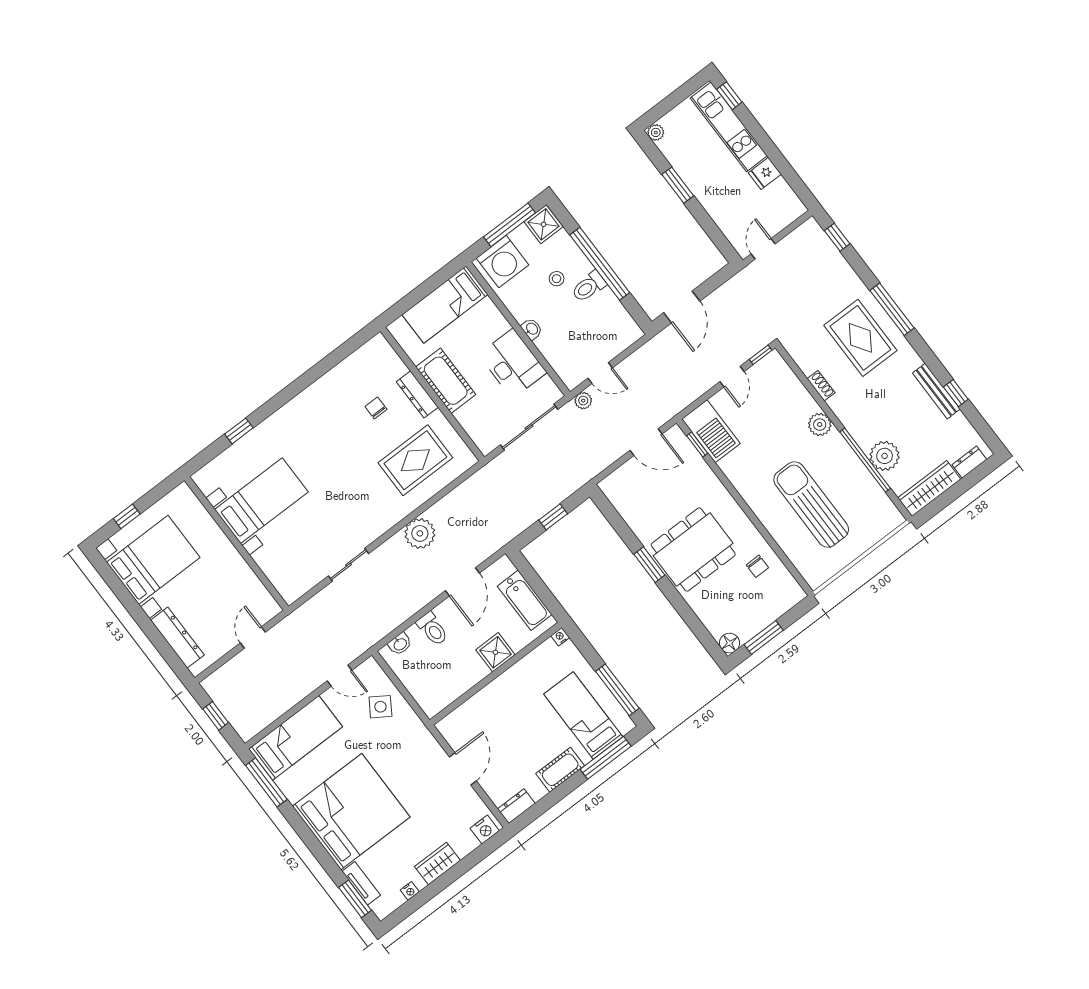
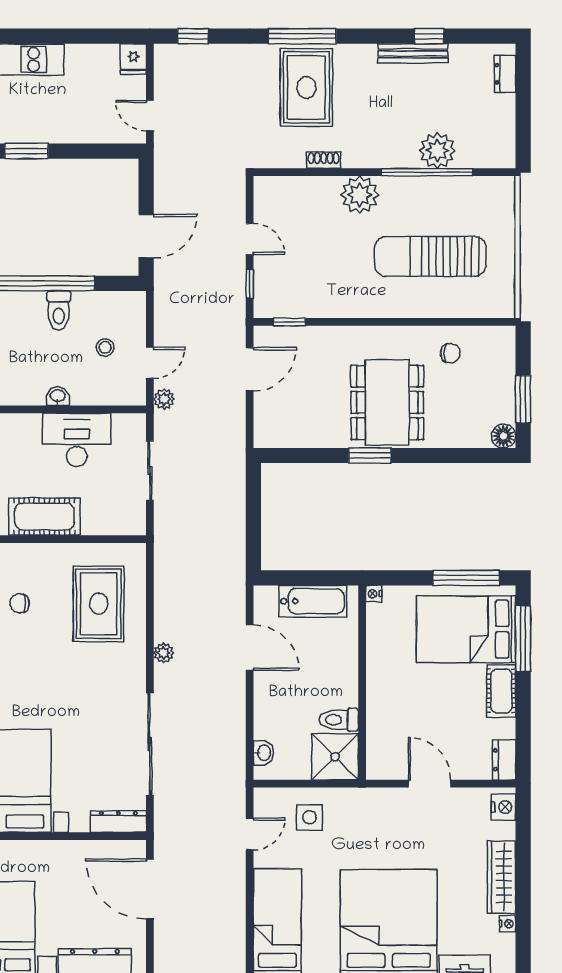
fridge: (765, 173) -> (133, 59), moved
stool: (557, 279) -> (105, 347), moved
door: (682, 307) -> (146, 236), hinge flipped
rug: (860, 338) -> (306, 87), turned 90
window: (761, 355) -> (250, 284), moved
dresser: (417, 394) -> (118, 821), moved, turned 180
plant: (820, 425) -> (360, 195), width x1.36, depth x1.36
sliding door: (529, 427) -> (150, 470), width x0.73
barbecue: (711, 431) -> (287, 299), removed
wardrobe: (929, 488) -> (501, 131), removed
window: (553, 517) -> (253, 513), removed
plant: (420, 533) -> (163, 653), width x0.53, depth x0.53
sliding door: (348, 565) -> (150, 744), width x1.86
toilet: (432, 629) -> (339, 720), moved, turned 180
door: (253, 638) -> (150, 889), width x1.87
shower: (495, 652) -> (335, 757), moved, width x1.36, depth x1.36
side table: (380, 707) -> (309, 817), turned -33
bed: (583, 715) -> (466, 629), width x1.50
wardrobe: (437, 863) -> (502, 877), width x1.50

